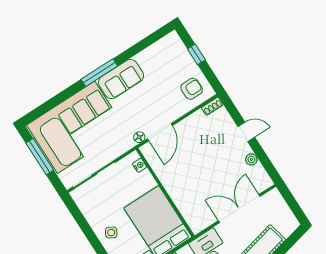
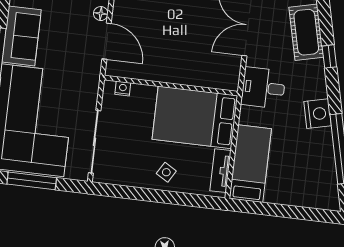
floor lamp: (139, 137) -> (101, 14), moved

